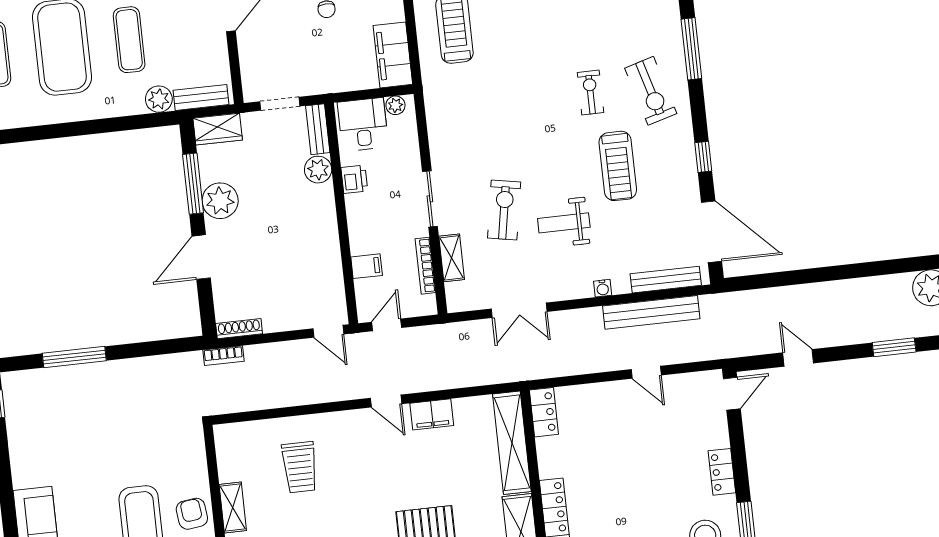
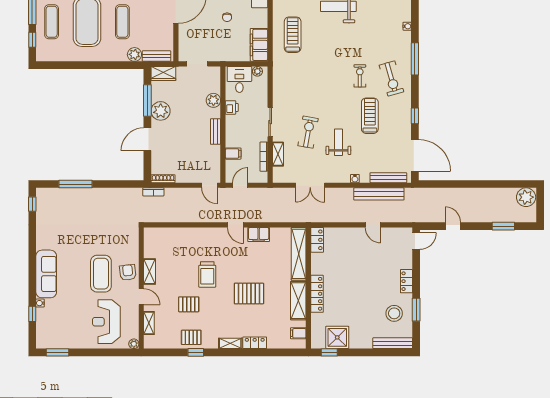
bench: (318, 129) -> (216, 132), moved
treadmill: (618, 166) -> (370, 116), turned 180
weight bench: (564, 223) -> (338, 142), turned 90
trolley: (300, 467) -> (207, 274), moved

